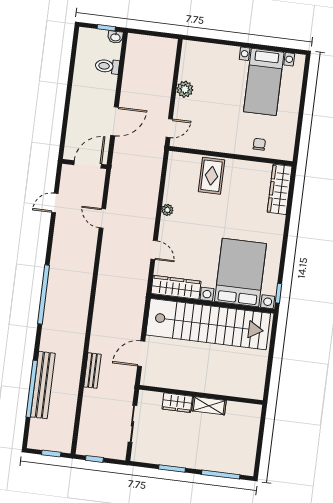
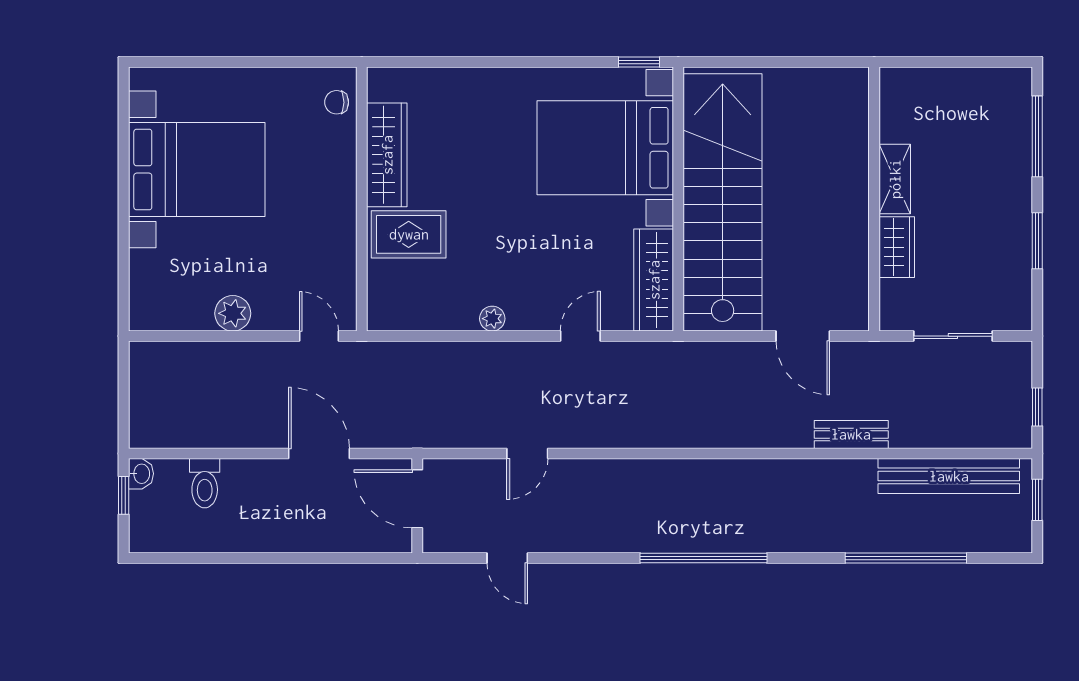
bed with nightstands: (264, 82) -> (197, 169), width x1.36
chair: (259, 144) -> (337, 102), moved
wardrobe: (280, 189) -> (387, 155), moved, turned -90
bench: (43, 385) -> (949, 476), moved

